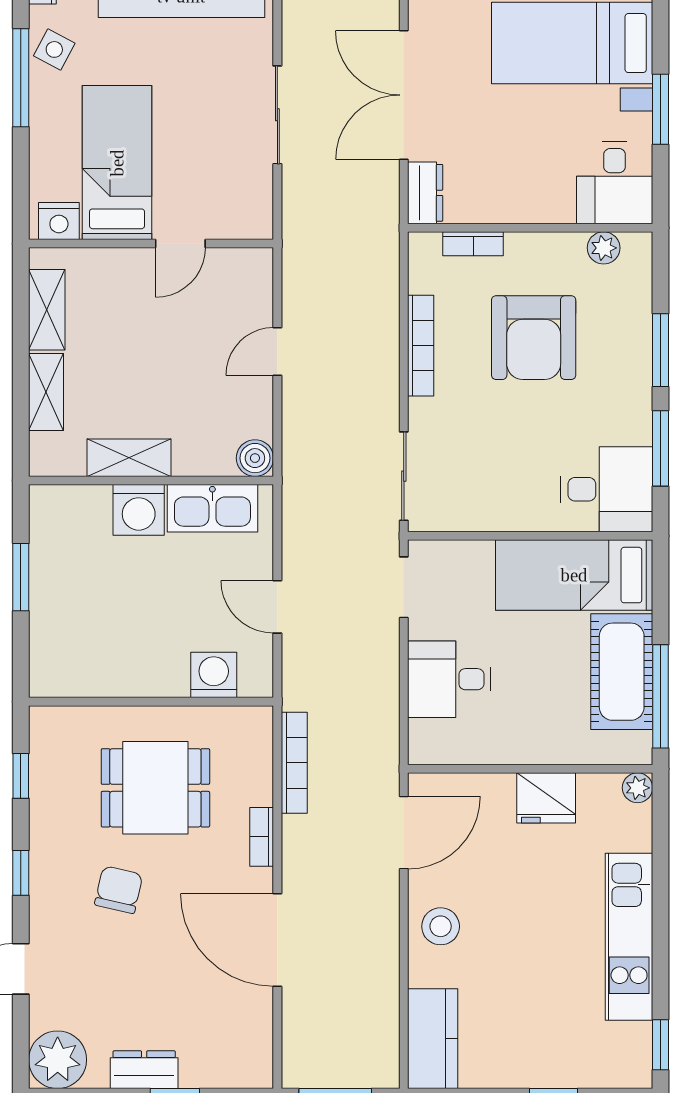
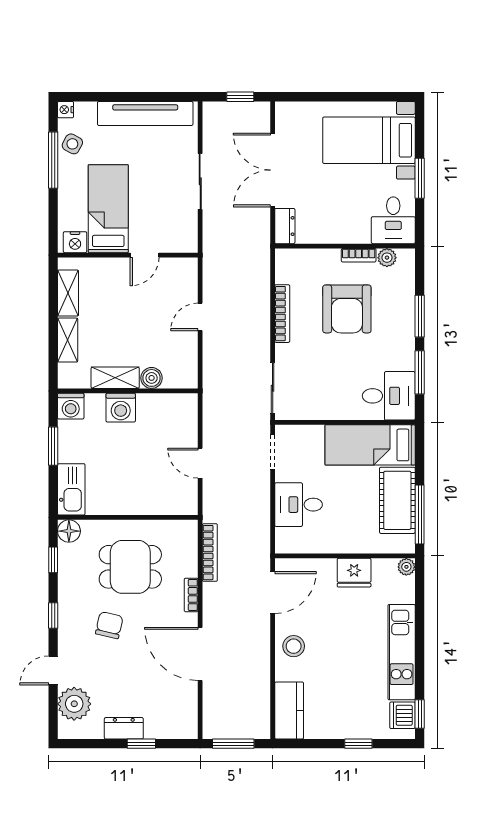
bookcase: (473, 244) -> (359, 255), moved
boiler: (255, 458) -> (152, 378), moved
kitchen sink: (212, 508) -> (71, 489), moved, turned -90
washing machine: (214, 675) -> (71, 406), moved, turned 180
floor lamp: (48, 725) -> (69, 531), added
dishwasher: (631, 1047) -> (402, 715), added
plant: (58, 1060) -> (74, 704), moved

